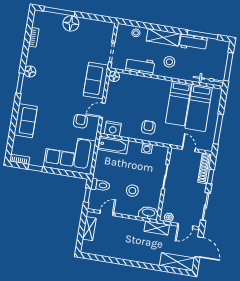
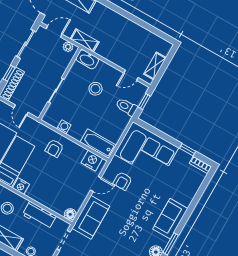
nightstand: (165, 85) -> (21, 186), added
sofa: (26, 121) -> (170, 219), moved

